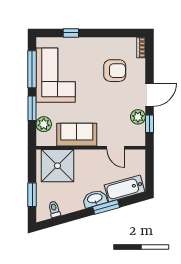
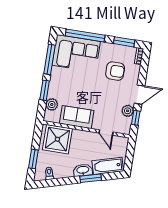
window: (71, 33) -> (85, 36), width x3.17
window: (120, 33) -> (124, 42), added
corner sofa: (56, 75) -> (76, 53), moved, turned 90

